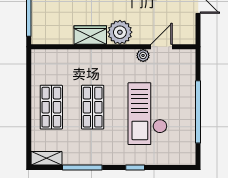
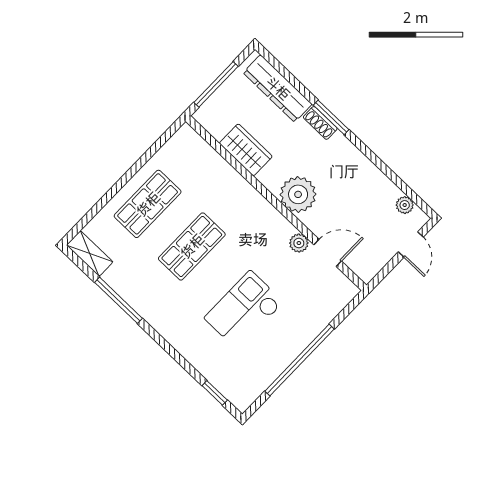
wardrobe: (90, 35) -> (246, 150), moved
checkout: (148, 114) -> (244, 310), width x0.73, depth x0.83
window: (135, 168) -> (215, 393), moved

